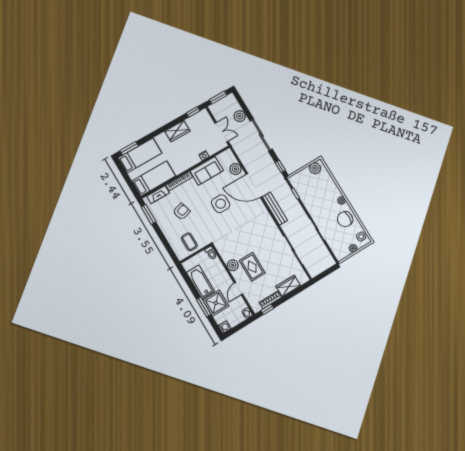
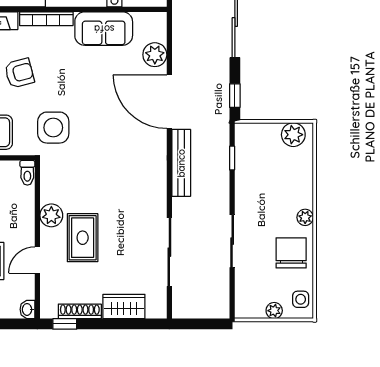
side table: (221, 204) -> (53, 128), moved
chair: (345, 219) -> (291, 253), turned 90

